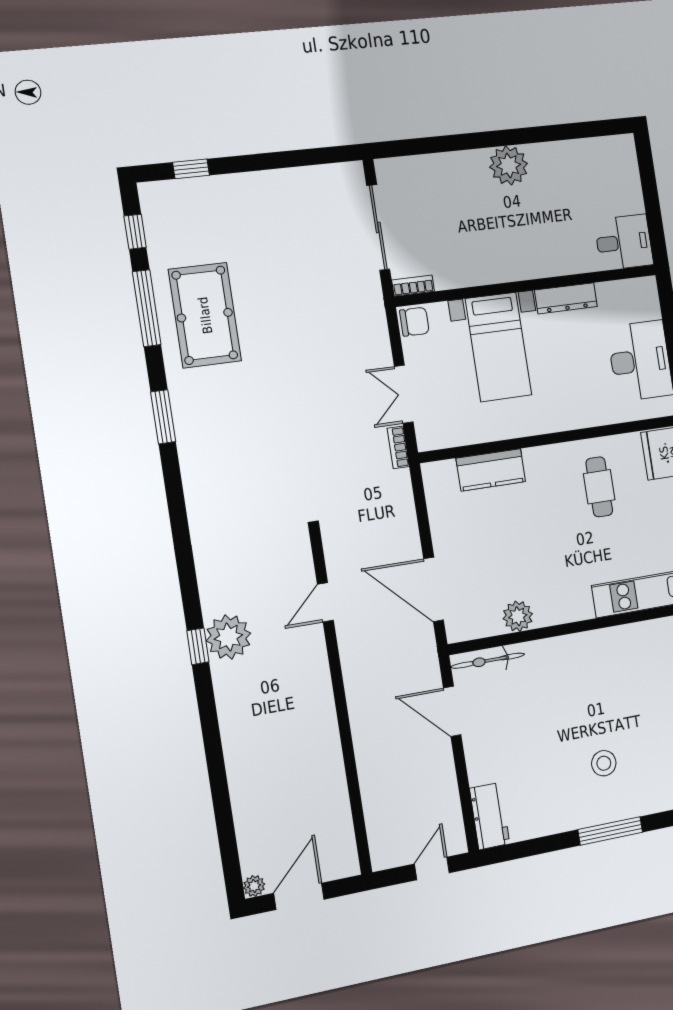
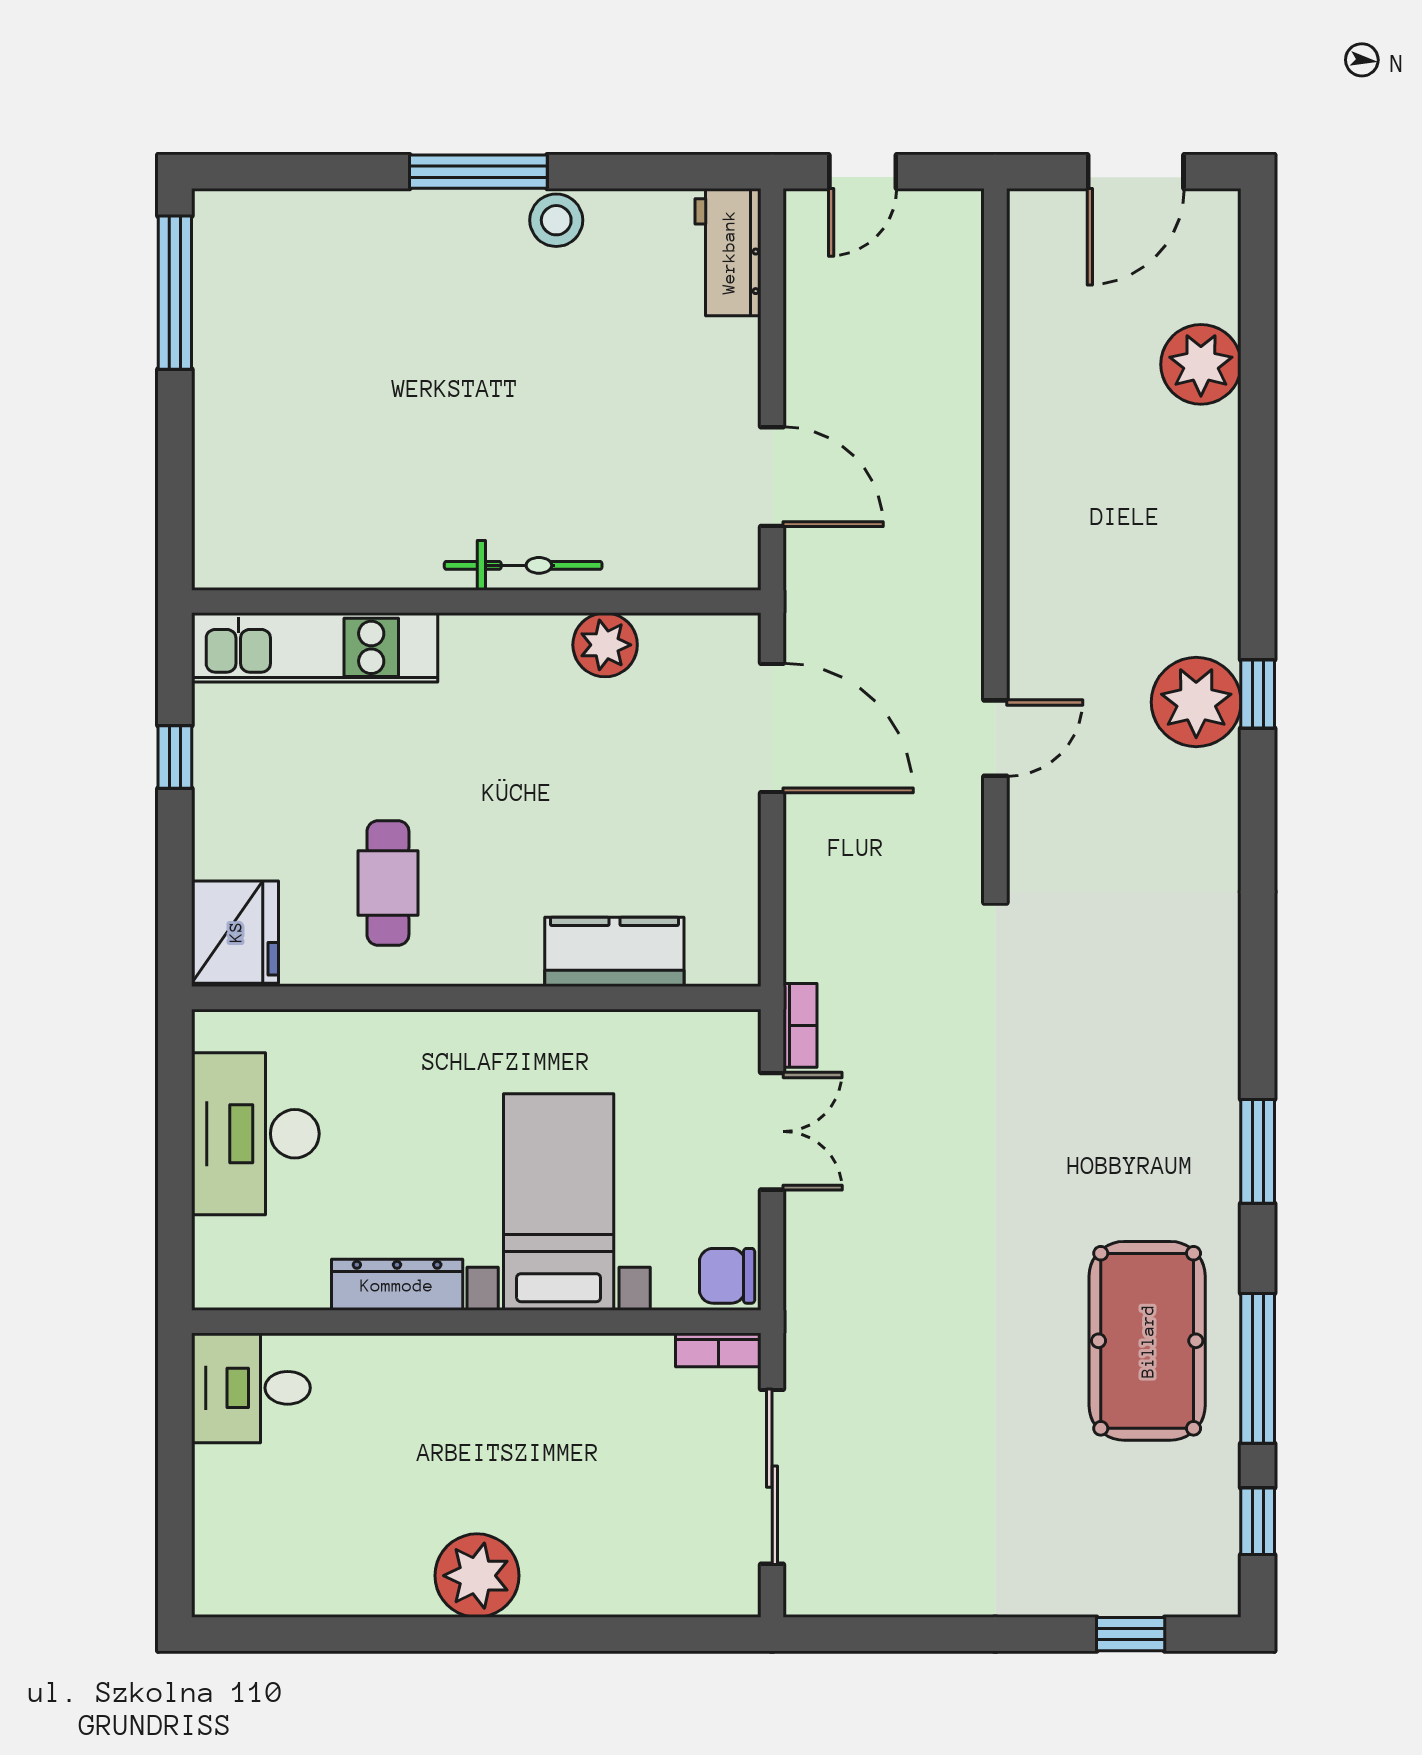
bicycle: (488, 661) -> (523, 565), moved
stool: (604, 763) -> (556, 220), moved
plant: (254, 886) -> (1201, 364), moved, width x1.87, depth x1.87

